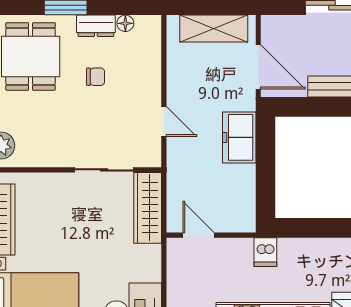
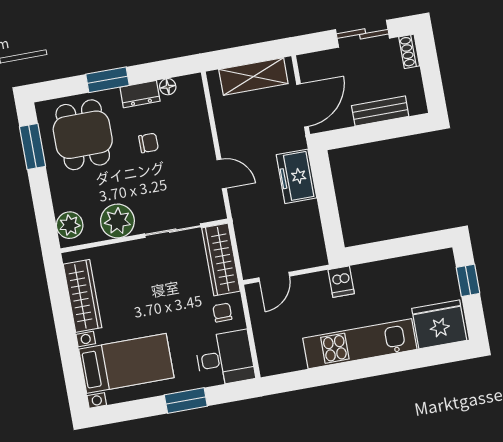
door: (258, 67) -> (303, 105), hinge flipped
plant: (50, 150) -> (117, 221), added
door: (198, 235) -> (274, 277), swing flipped
chair: (140, 262) -> (222, 313), added

